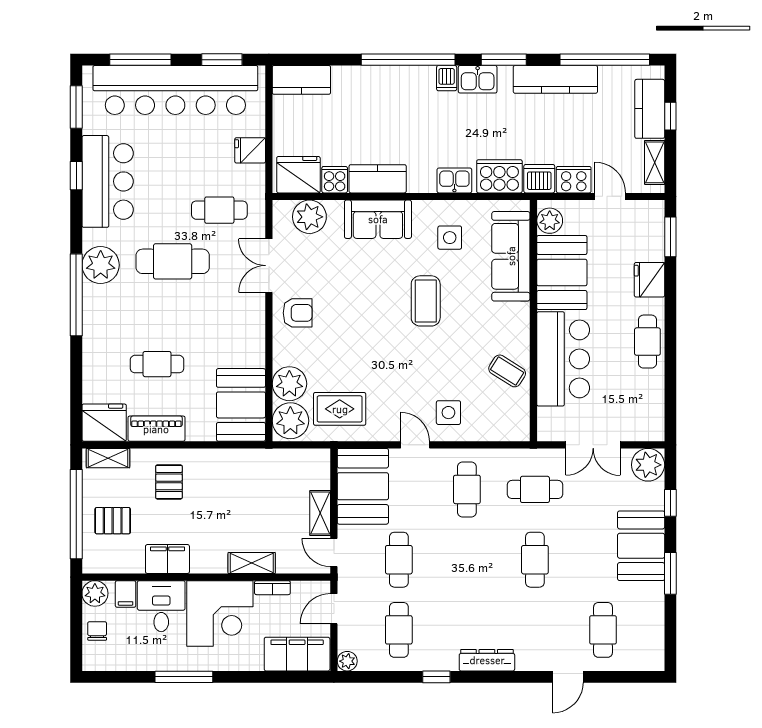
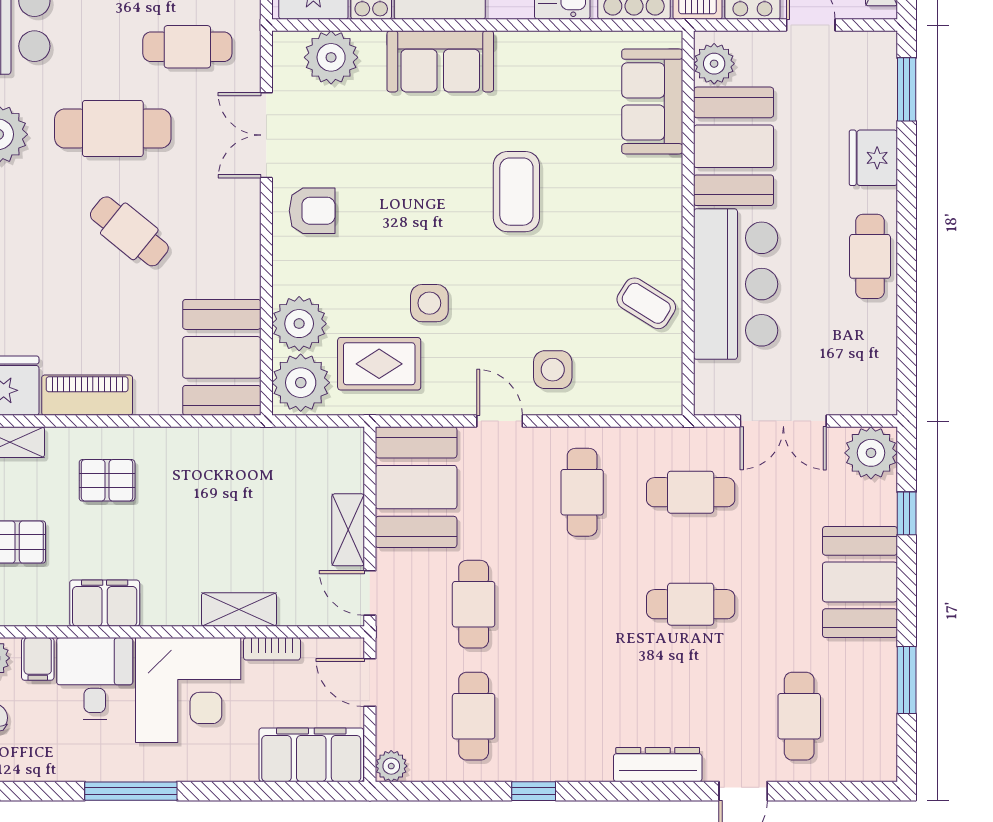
side table: (450, 238) -> (429, 303), moved
sofa: (511, 256) -> (652, 101), width x0.73
cafe table: (157, 364) -> (129, 231), moved, turned 39
pallet: (169, 482) -> (107, 480), turned 90
cafe table: (535, 560) -> (691, 604), turned 90
window: (670, 573) -> (907, 680), moved
door: (334, 609) -> (370, 682), hinge flipped
dresser: (487, 660) -> (658, 765), moved

